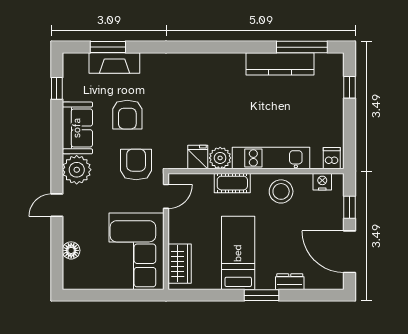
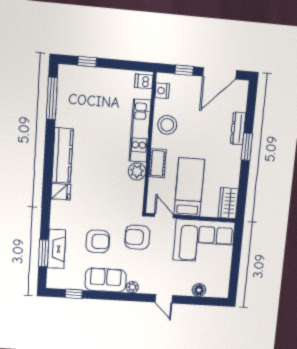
kitchen counter: (280, 64) -> (62, 156), moved
fridge: (198, 157) -> (61, 192), moved, turned 180
plant: (77, 170) -> (132, 287), width x0.53, depth x0.53
bed: (238, 253) -> (189, 187), moved, turned 90
wardrobe: (180, 264) -> (228, 203), moved, turned -90
dresser: (290, 282) -> (238, 128), width x1.44

